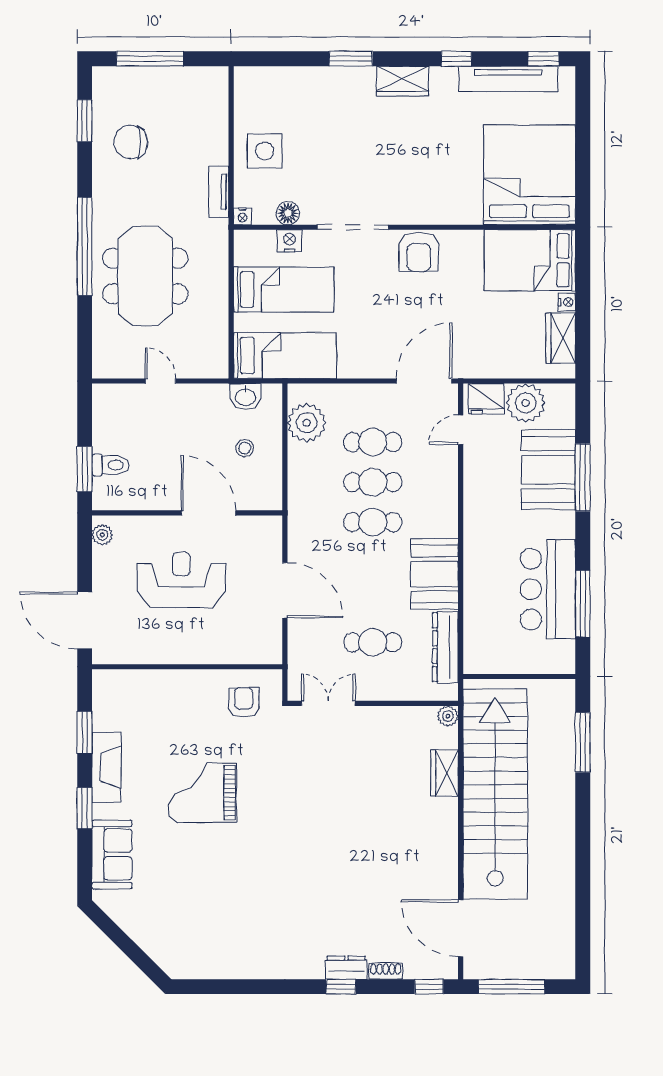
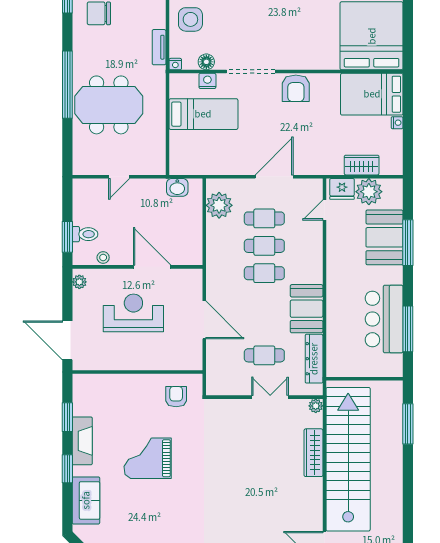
meeting table: (145, 276) -> (109, 105), turned 90
wardrobe: (561, 338) -> (362, 165), moved, turned 90
bed: (285, 356) -> (204, 159), removed
door: (160, 381) -> (119, 177), swing flipped
door: (424, 381) -> (274, 177), moved
stool: (245, 448) -> (103, 257), moved
double door: (328, 703) -> (270, 397), moved
wardrobe: (445, 773) -> (313, 453), width x1.50

